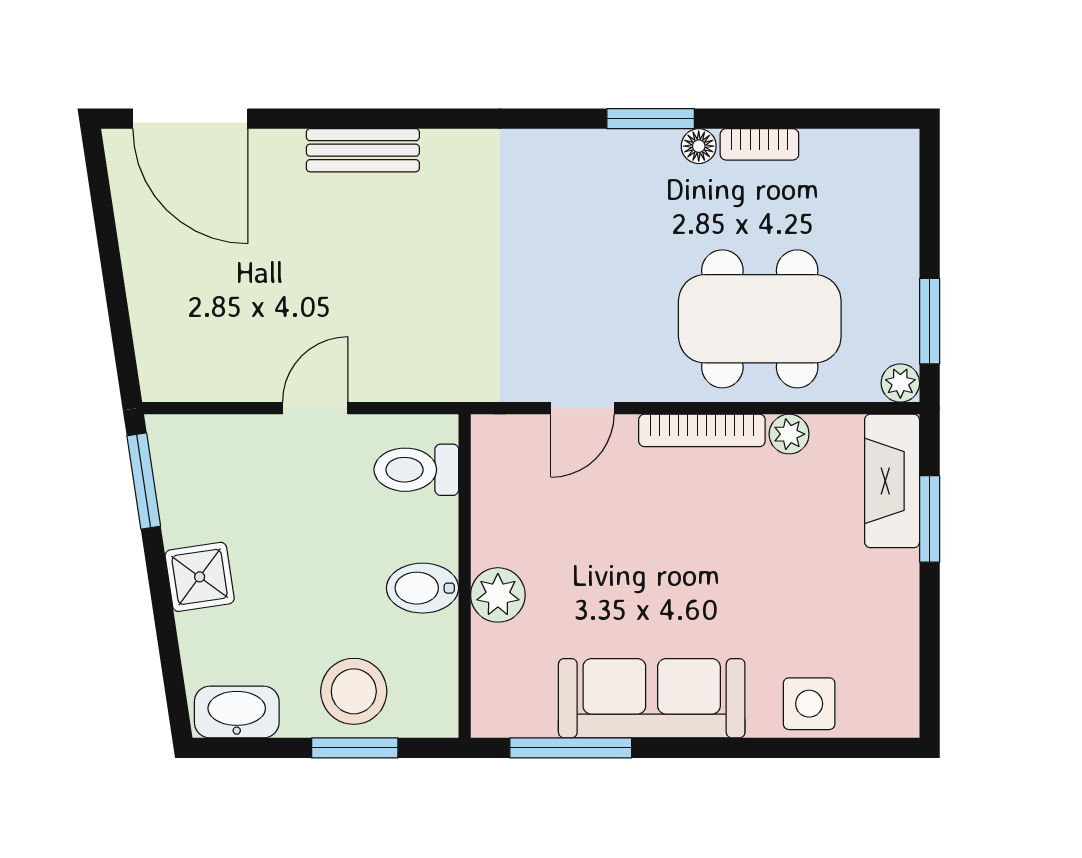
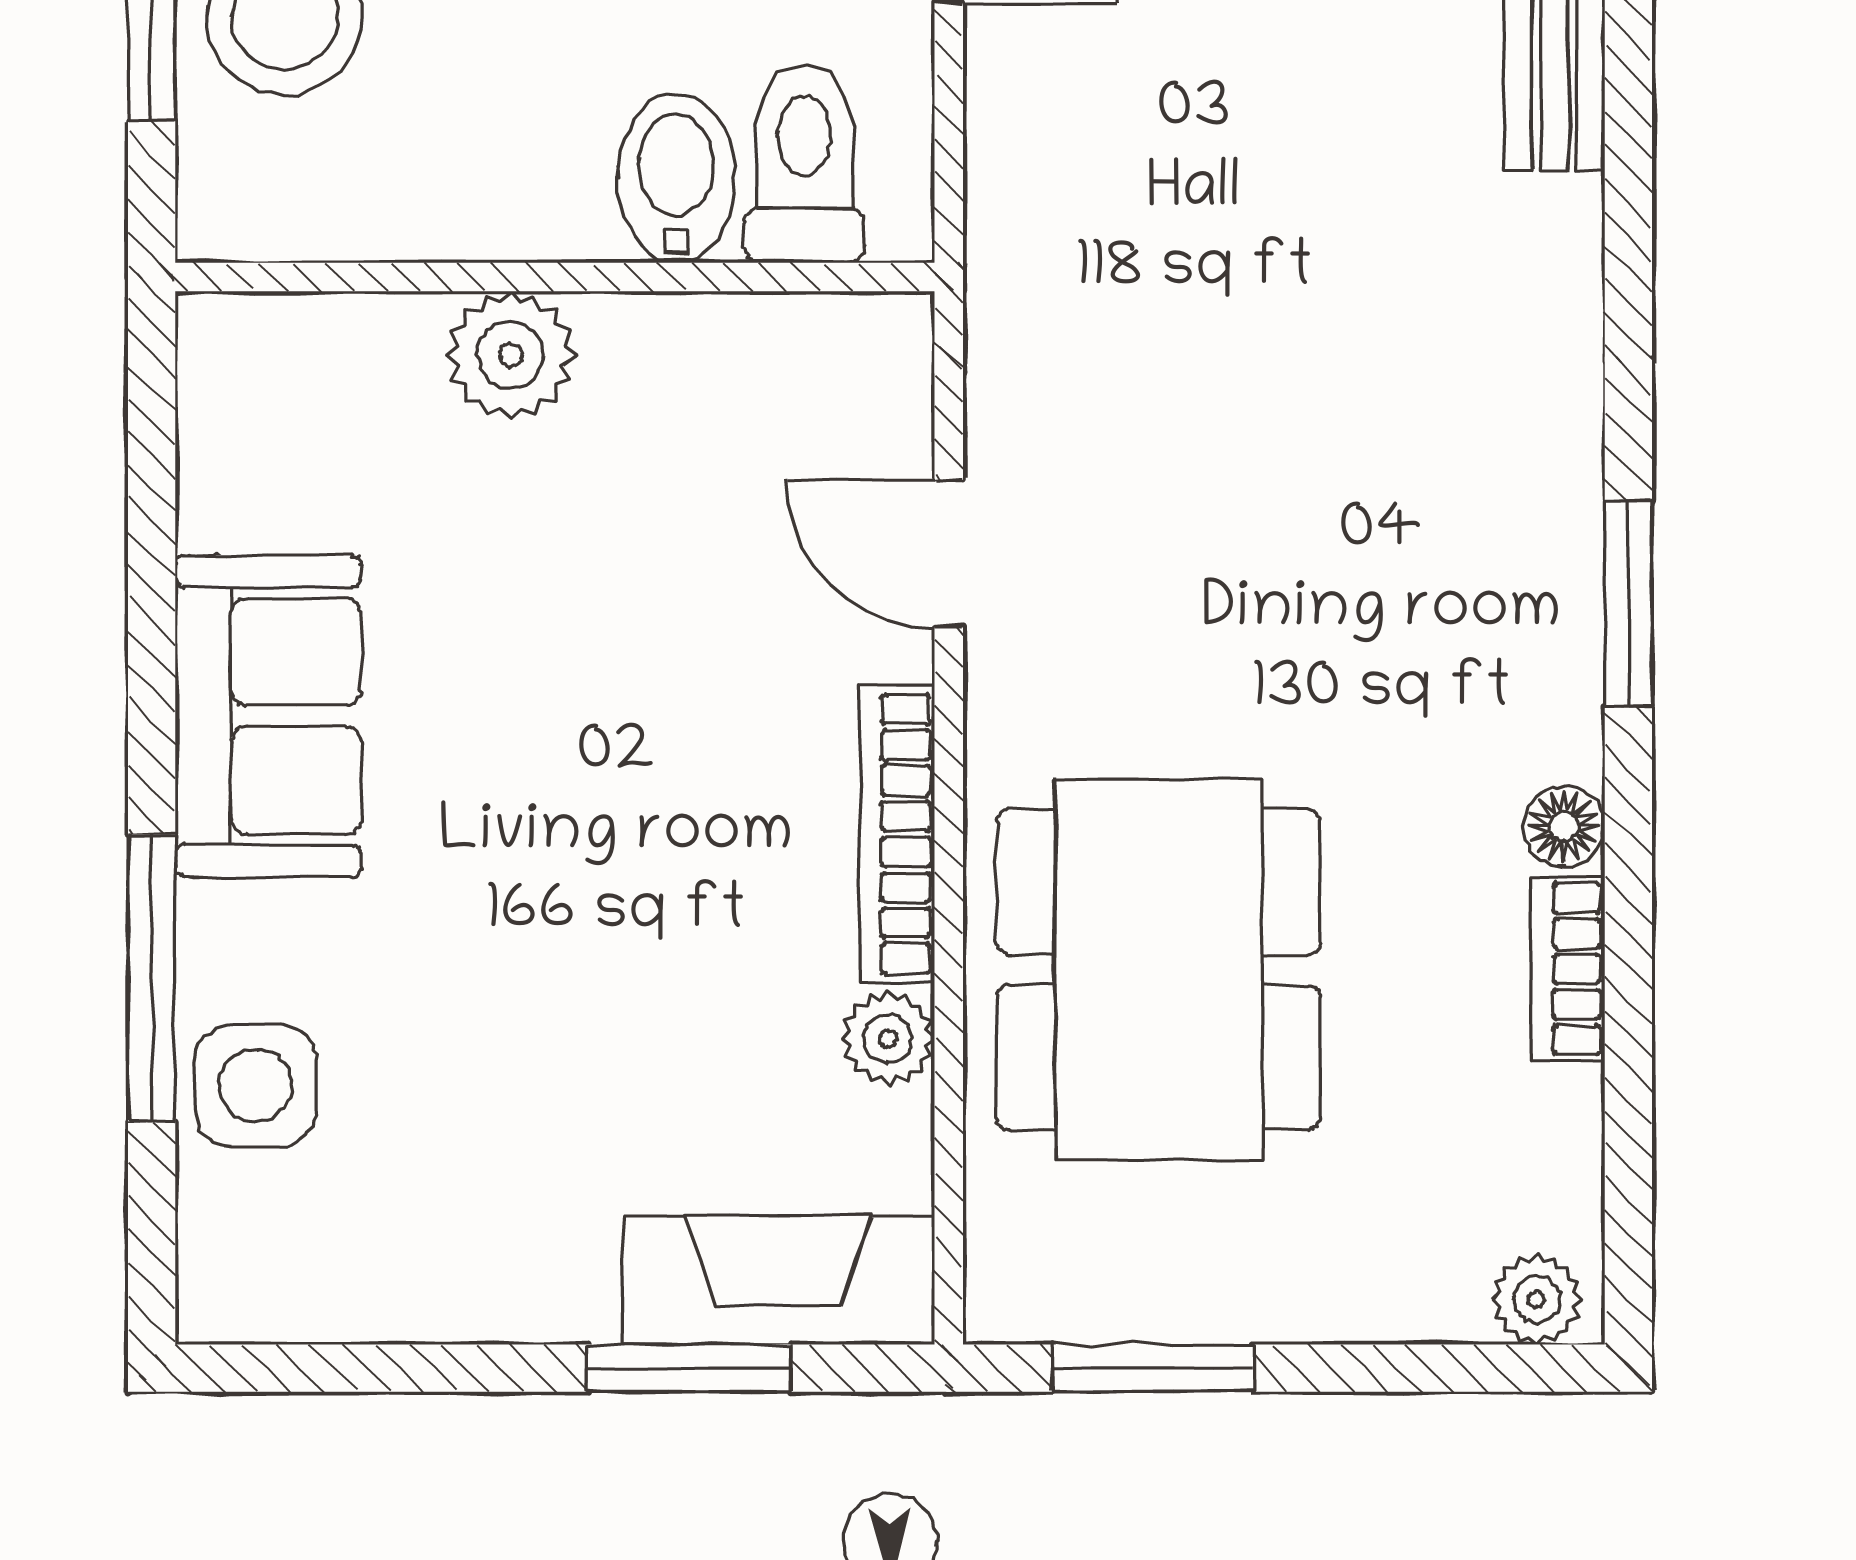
window: (651, 119) -> (1628, 603), moved
plant: (900, 383) -> (1537, 1300), moved
bidet: (423, 588) -> (676, 178), moved
sofa: (652, 698) -> (268, 716), width x0.73
window: (571, 748) -> (152, 978), moved

